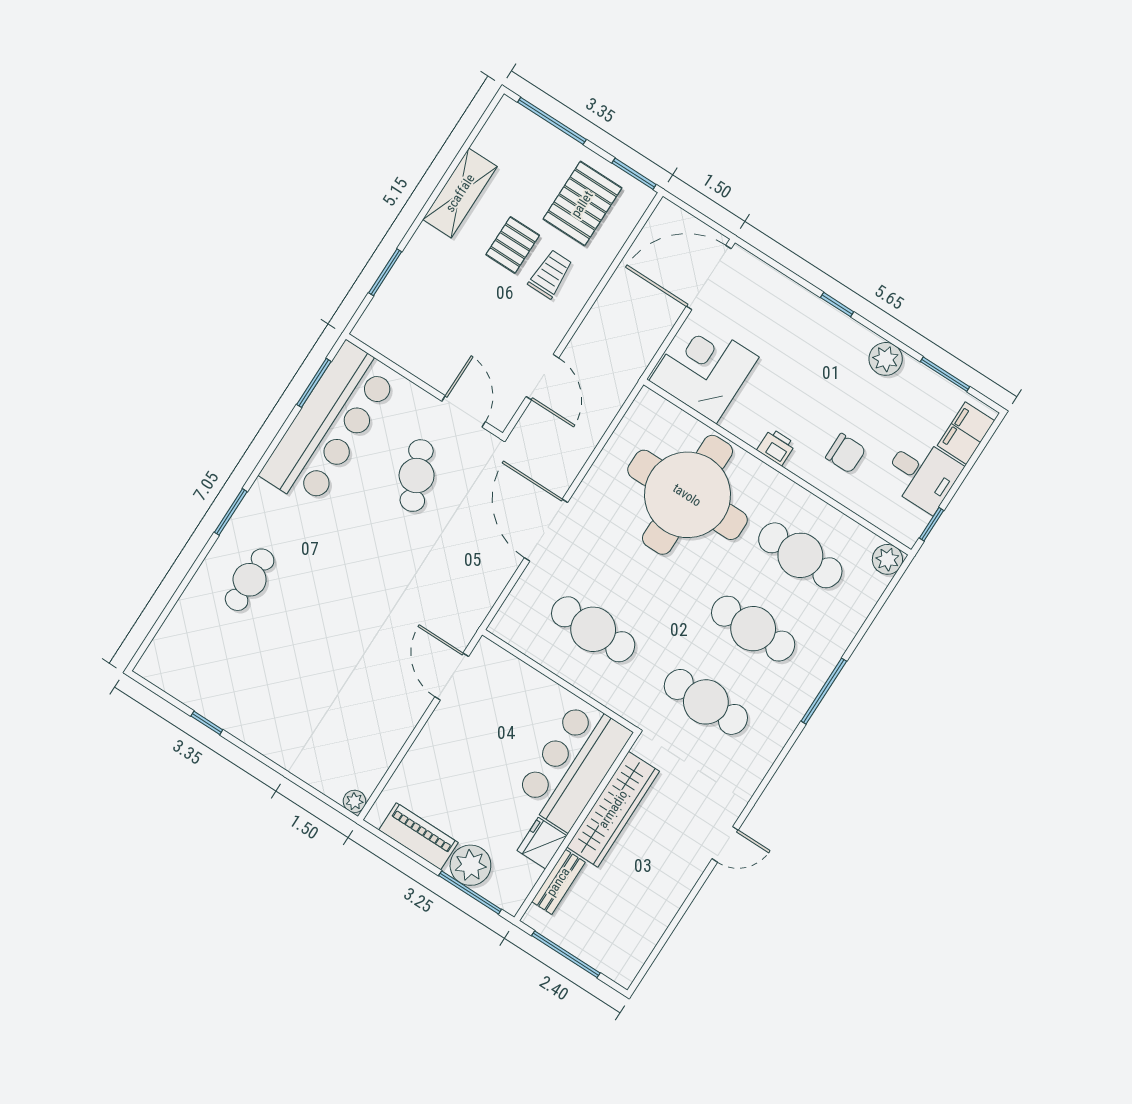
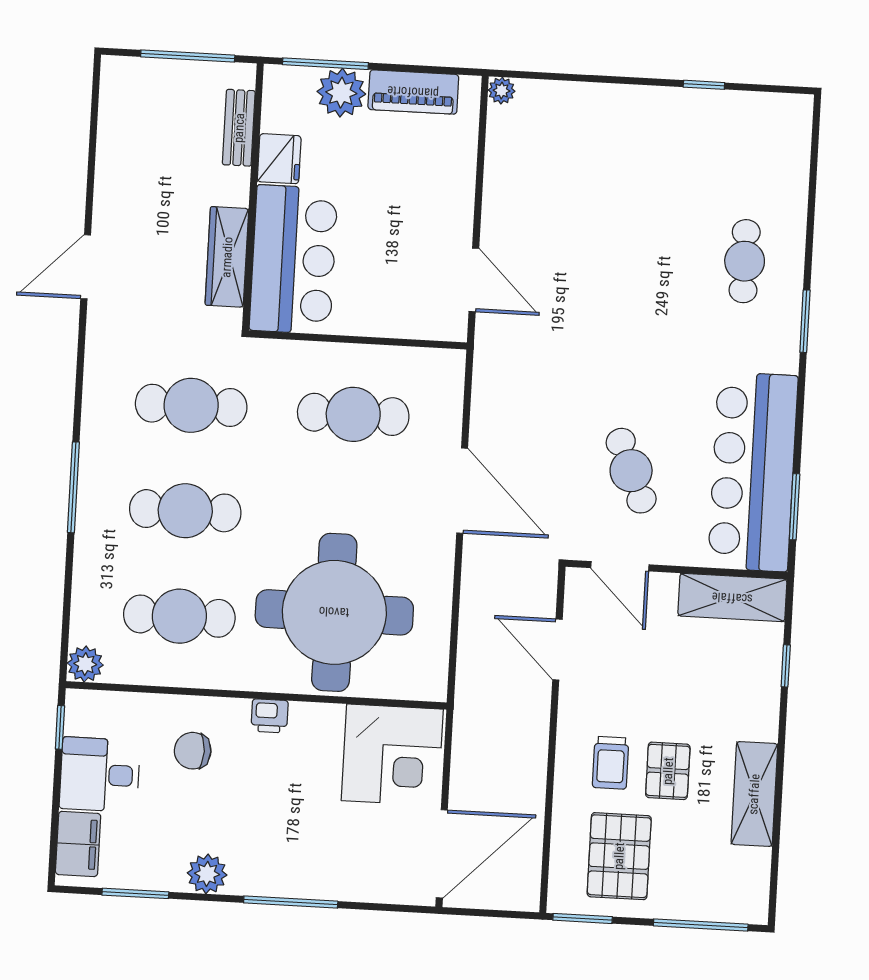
window: (385, 272) -> (786, 666), width x0.67
window: (837, 305) -> (291, 902), width x2.17
shelving: (396, 343) -> (732, 598), added
wardrobe: (613, 809) -> (227, 257), width x0.71, depth x0.85
door: (725, 844) -> (86, 267), width x1.38

